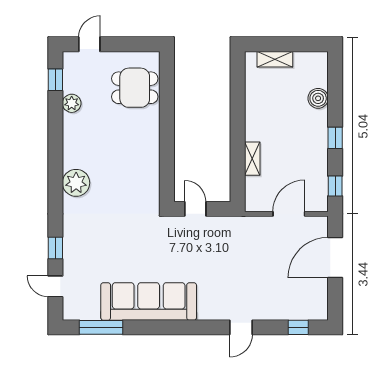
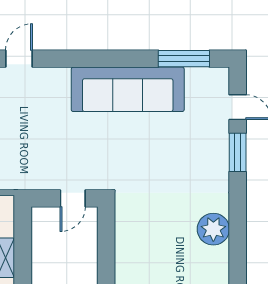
door: (195, 209) -> (73, 198), hinge flipped
window: (55, 248) -> (238, 152), width x1.50

